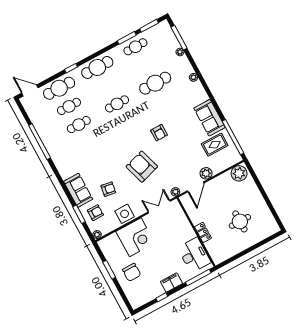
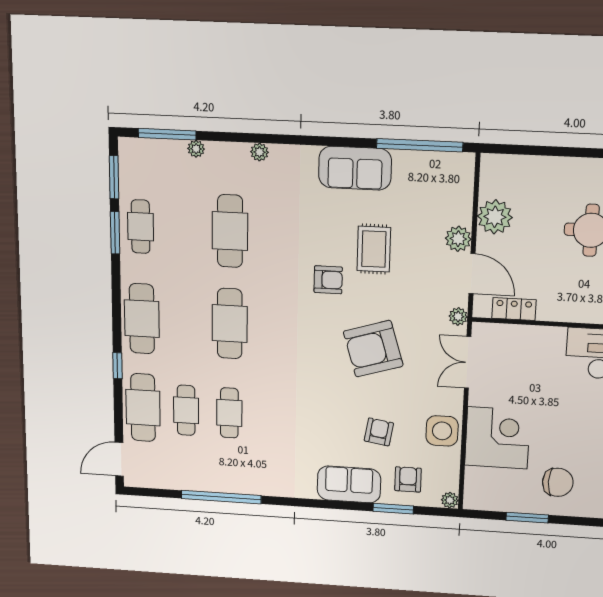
cafe table: (117, 104) -> (230, 324), width x1.37, depth x1.35
rug: (215, 145) -> (374, 249), moved
plant: (239, 173) -> (495, 217), moved
locker: (203, 232) -> (514, 309), moved

